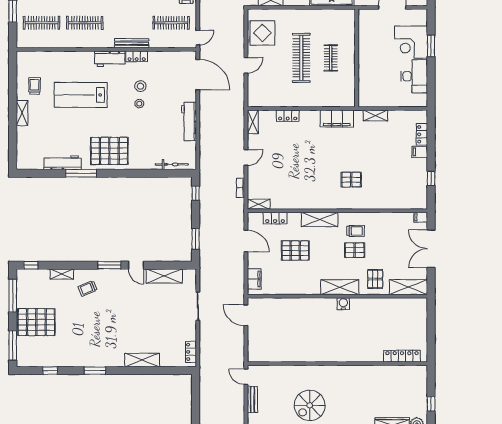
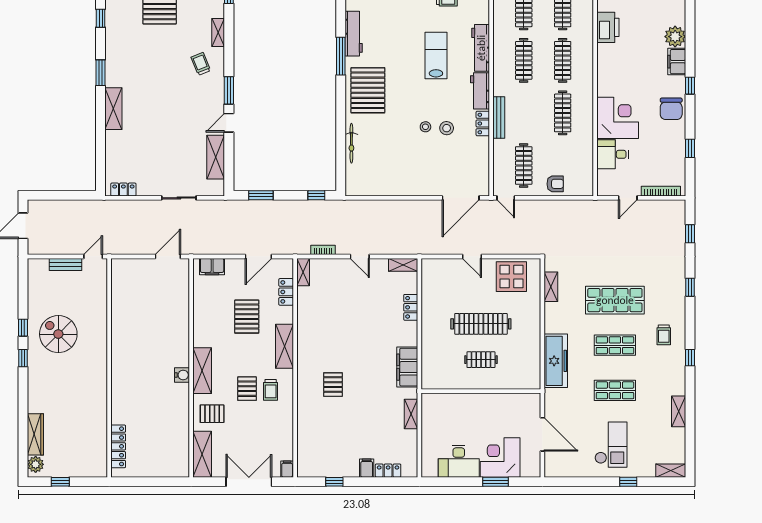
lab bench: (81, 95) -> (436, 56), width x0.73, depth x0.72
workbench: (189, 121) -> (481, 48), moved, turned -90
bicycle: (172, 164) -> (351, 143), moved
shelving: (142, 360) -> (113, 109), moved

